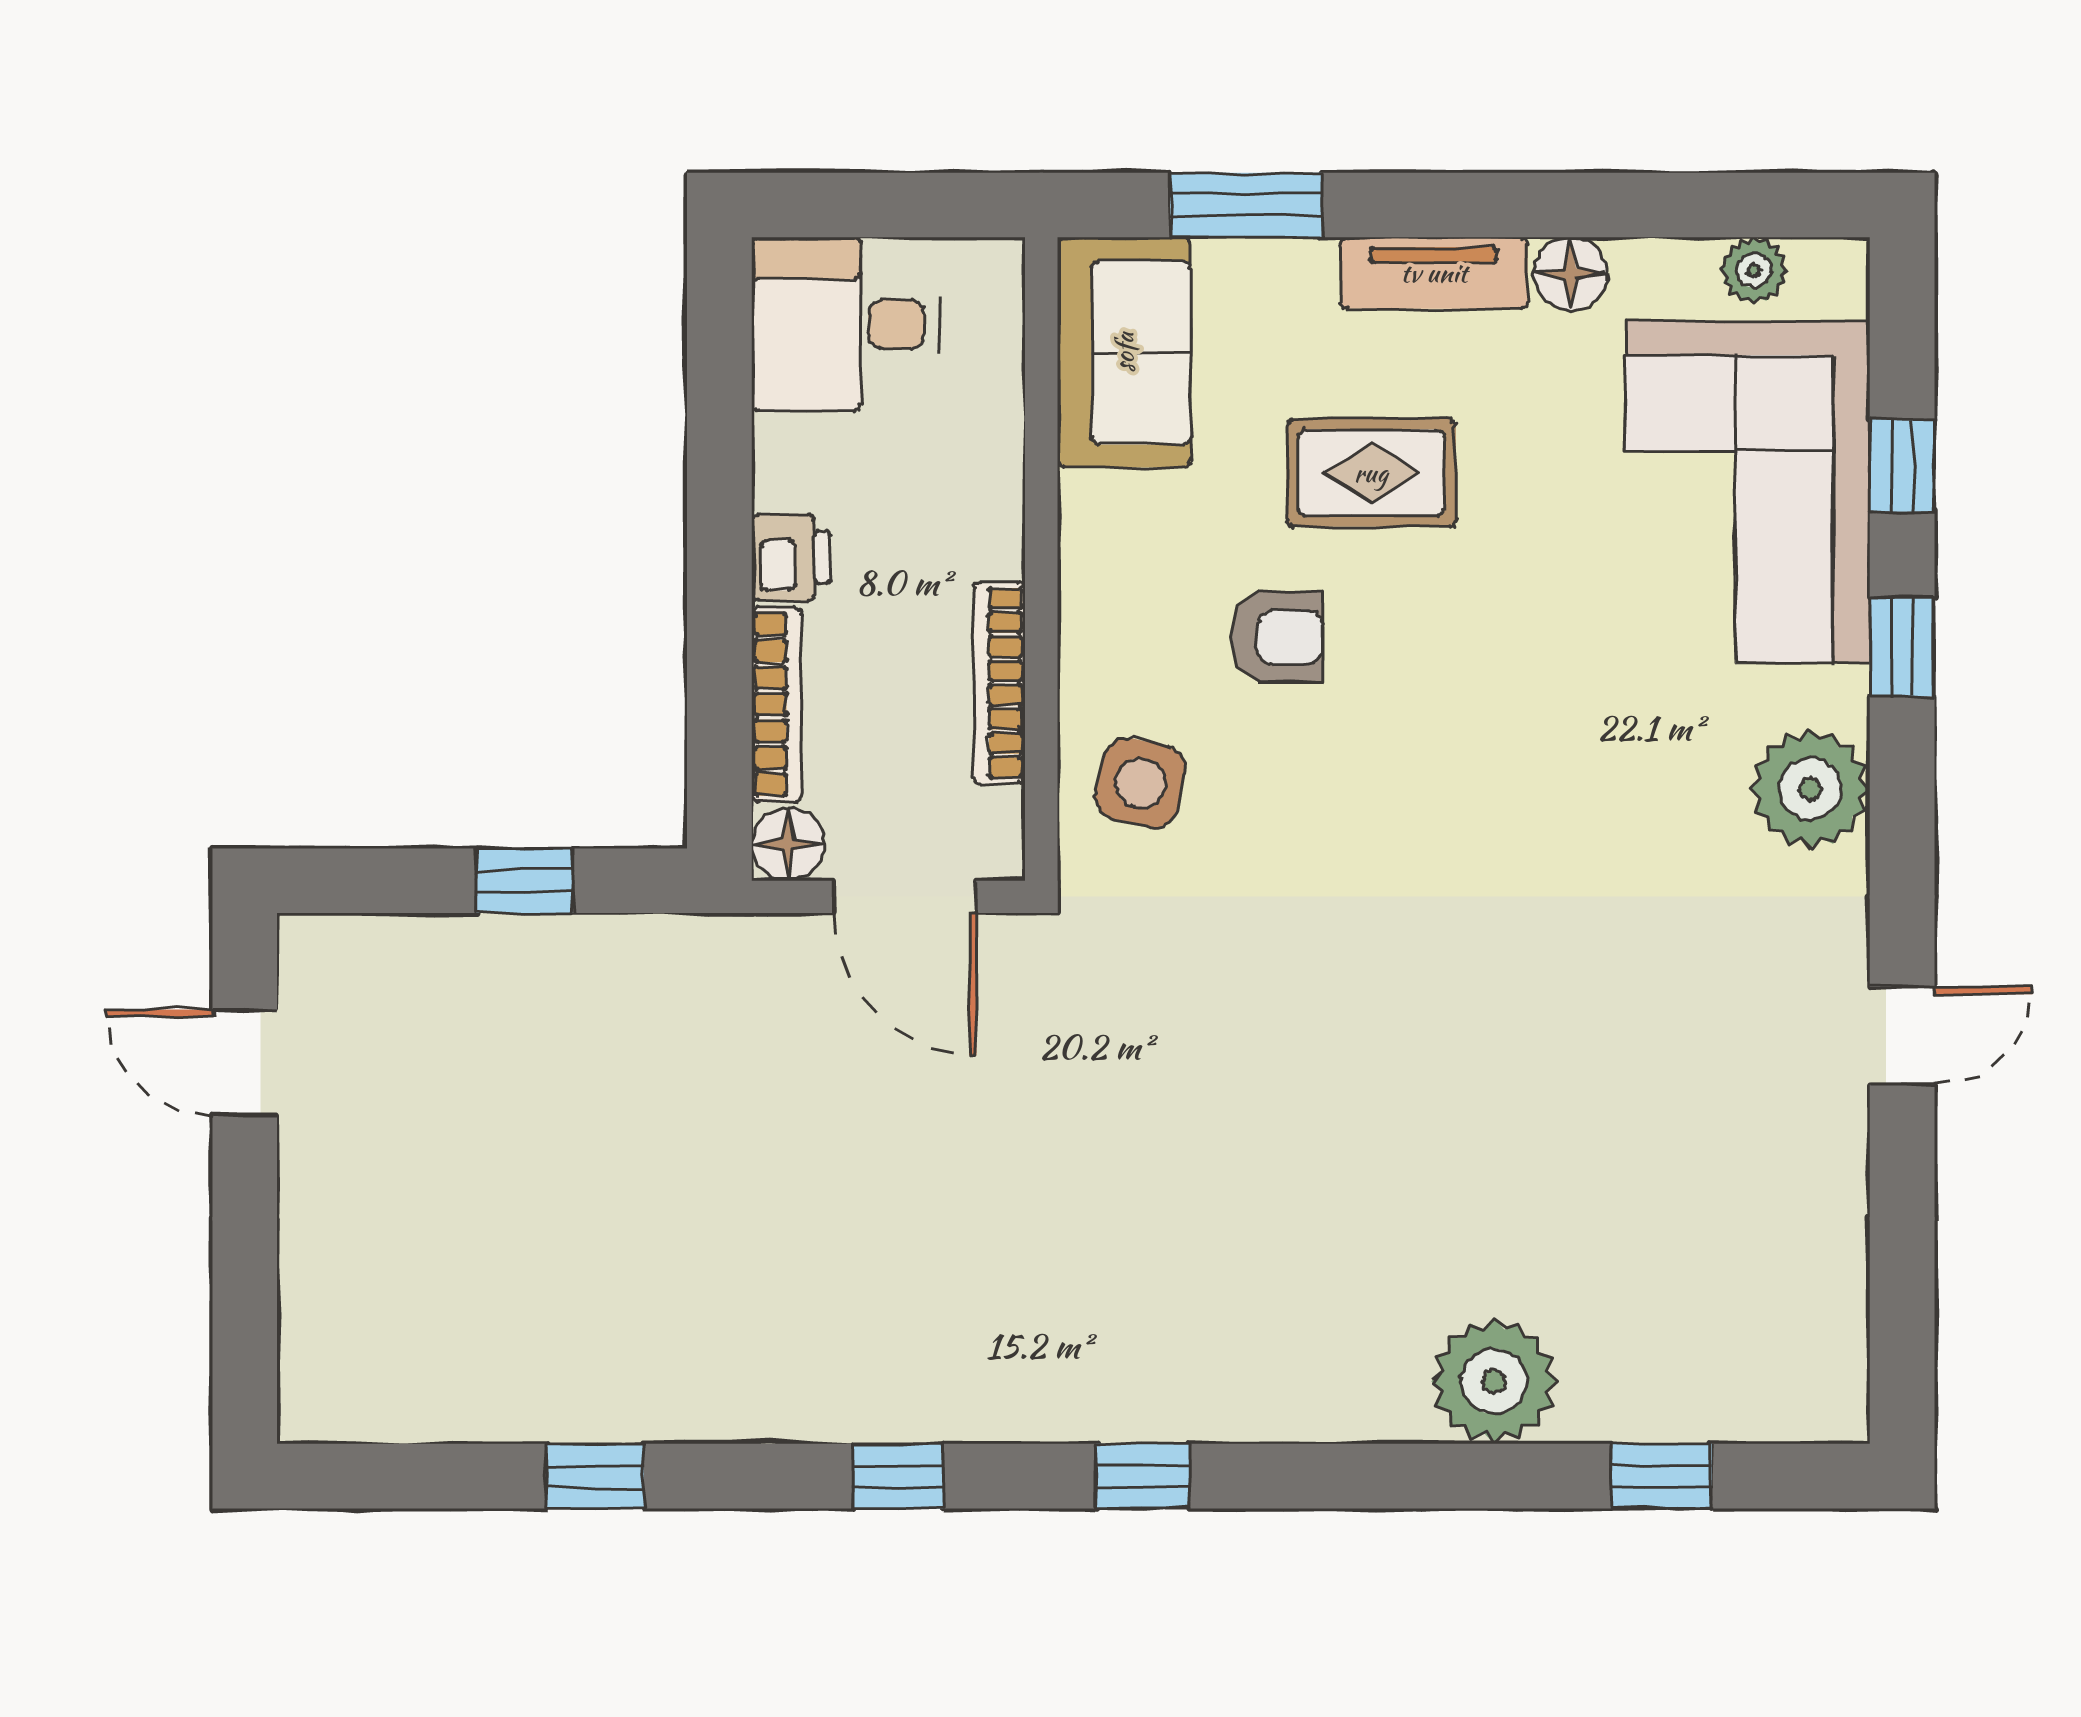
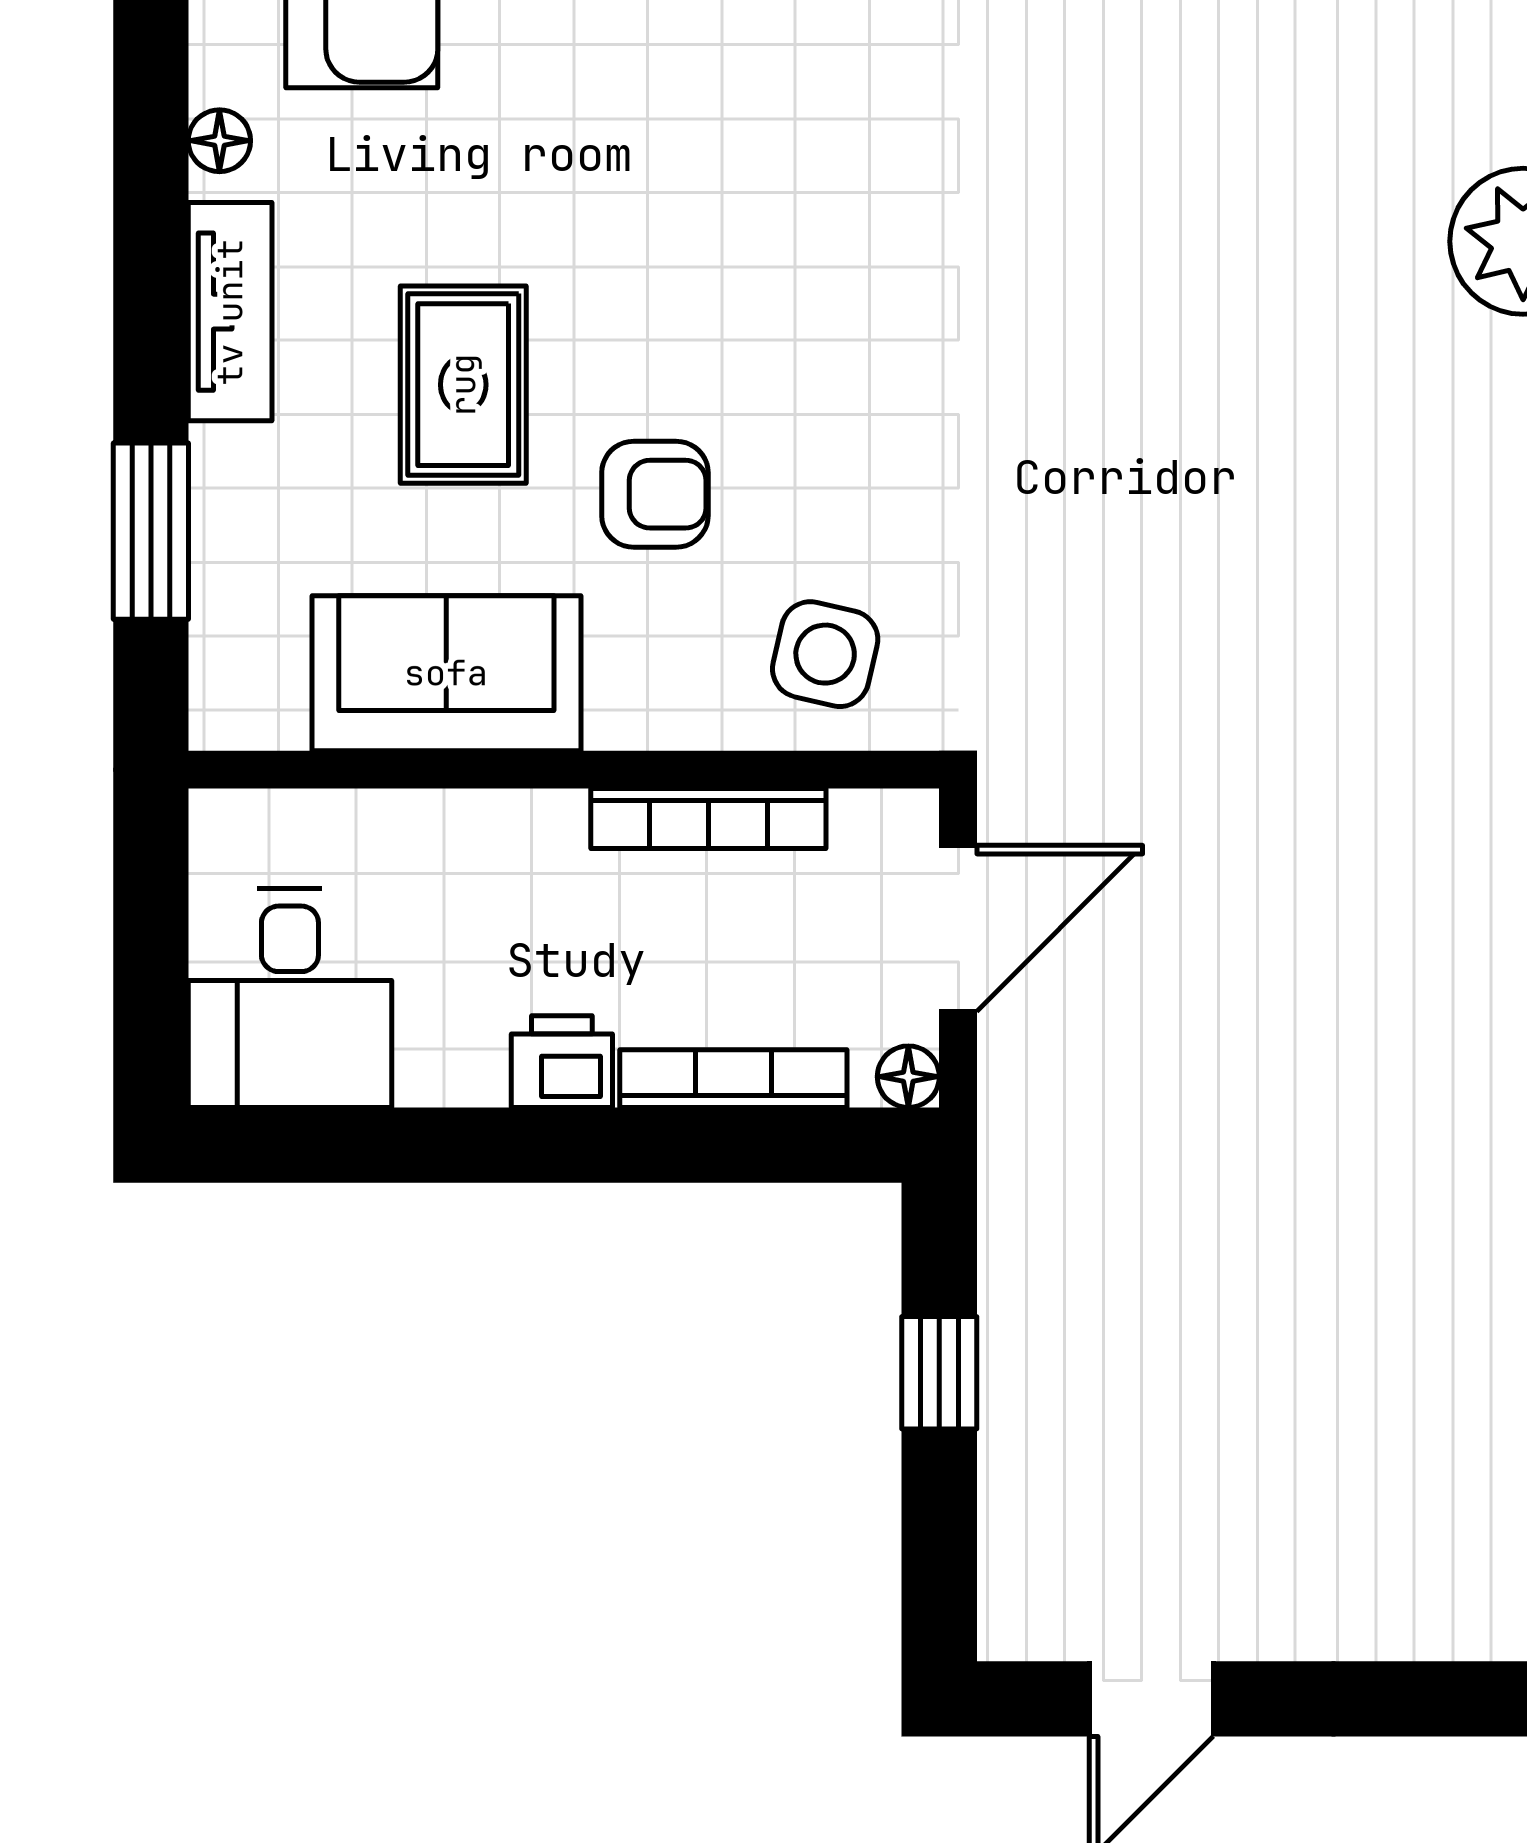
floor lamp: (1570, 274) -> (219, 141), width x0.73, depth x0.73
sofa: (1124, 352) -> (446, 673), moved
armchair: (1277, 637) -> (655, 494), turned 90
floor lamp: (788, 844) -> (908, 1077), width x0.73, depth x0.73

